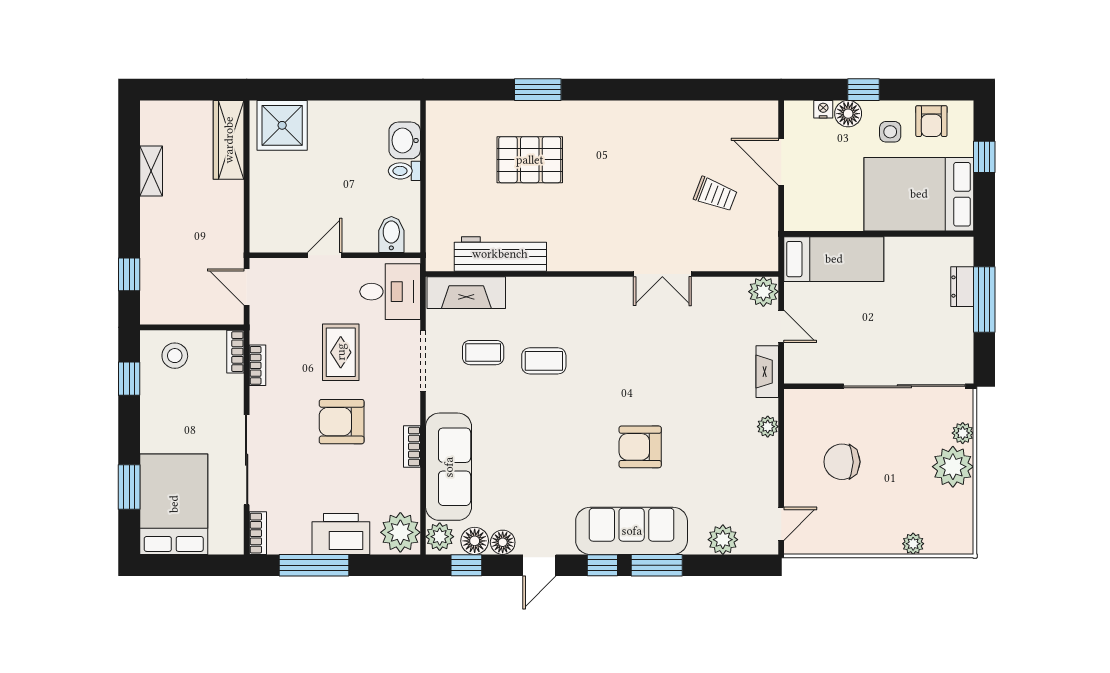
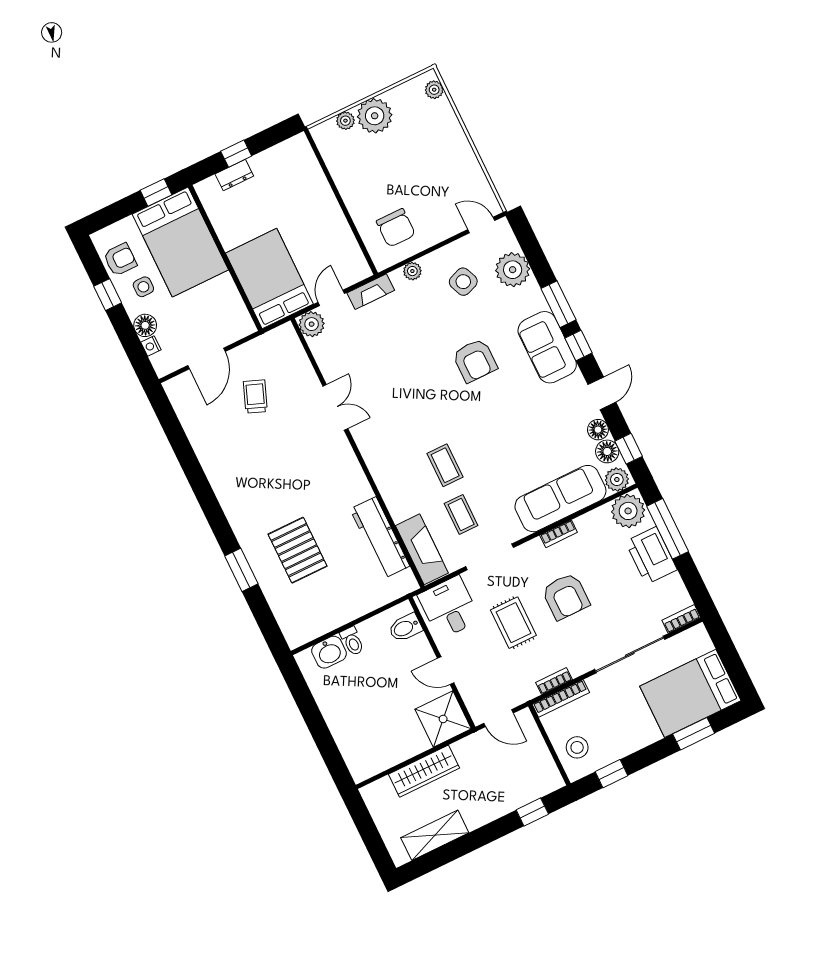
window: (863, 90) -> (108, 295), moved
shower: (282, 125) -> (443, 719), moved
wardrobe: (229, 140) -> (424, 771), moved
window: (984, 157) -> (156, 192), moved
shelving: (151, 171) -> (435, 835), width x1.50, depth x1.33
bed: (834, 259) -> (269, 279), width x1.50
door: (247, 287) -> (498, 718), hinge flipped
window: (984, 300) -> (236, 154), width x0.46
bookcase: (235, 352) -> (561, 698), width x1.56
rug: (341, 352) -> (513, 623), turned 90
sliding door: (904, 386) -> (331, 182), removed
chair: (842, 462) -> (396, 228), moved
side table: (730, 475) -> (463, 282), added
sofa: (632, 531) -> (547, 347), width x0.73
plant: (723, 540) -> (513, 270), width x1.36, depth x1.36
plant: (913, 544) -> (434, 90), moved
window: (314, 565) -> (668, 529), moved
door: (539, 565) -> (602, 393), hinge flipped

